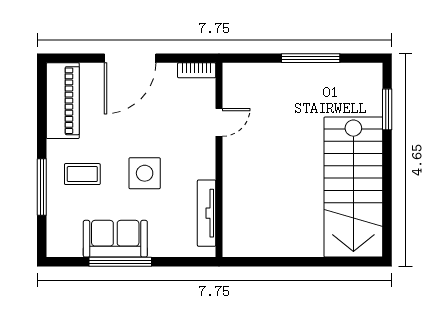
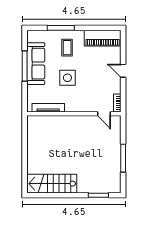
door: (130, 58) -> (123, 71), width x0.53
door: (219, 122) -> (104, 114), moved
stairs: (353, 187) -> (52, 184), width x0.73, depth x0.66
sofa: (115, 239) -> (36, 64), width x1.36

